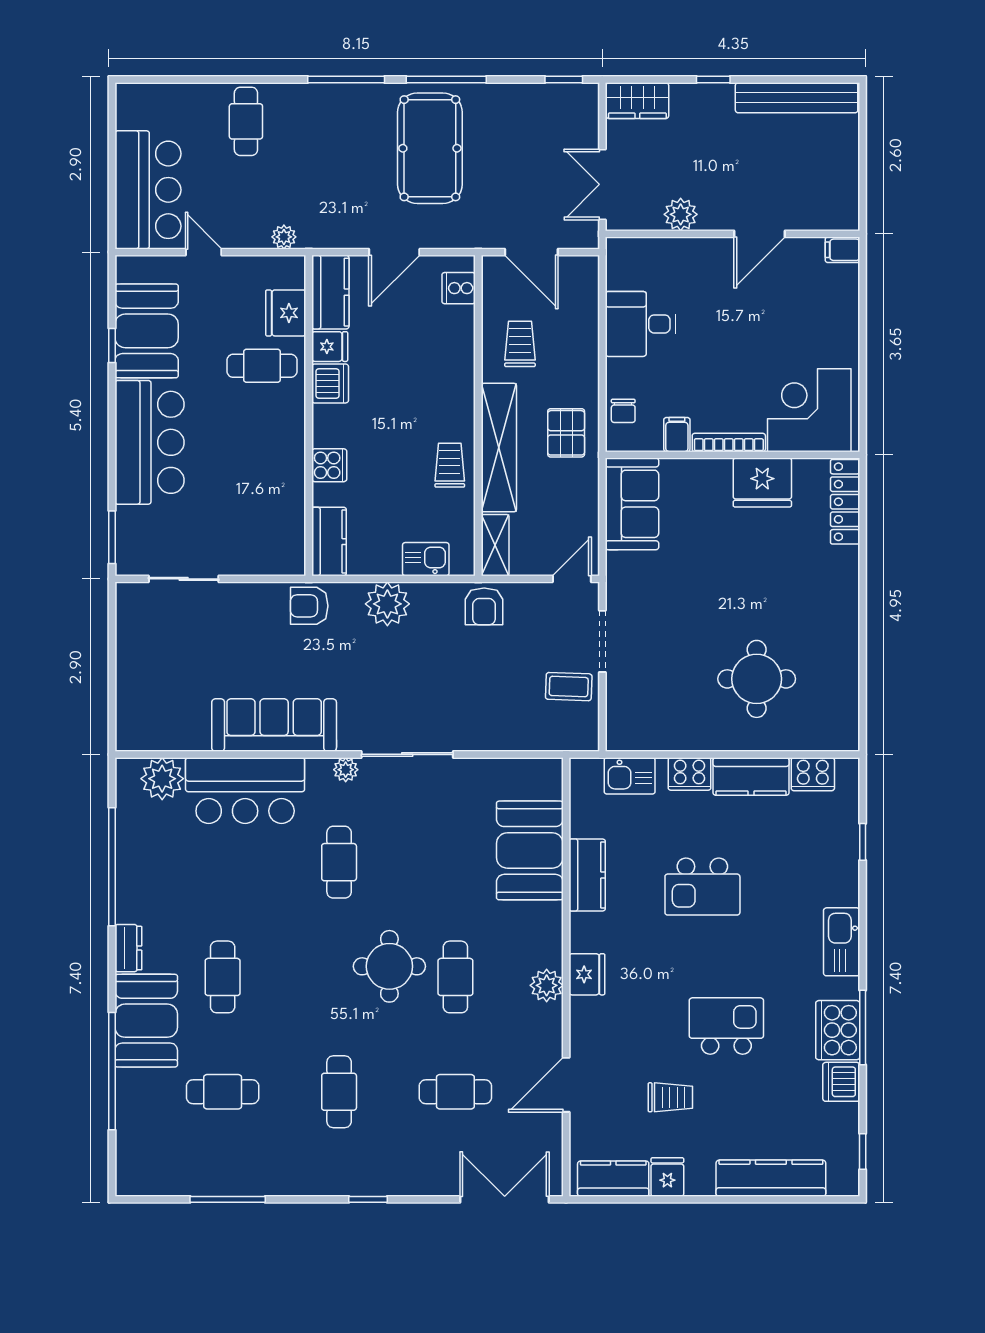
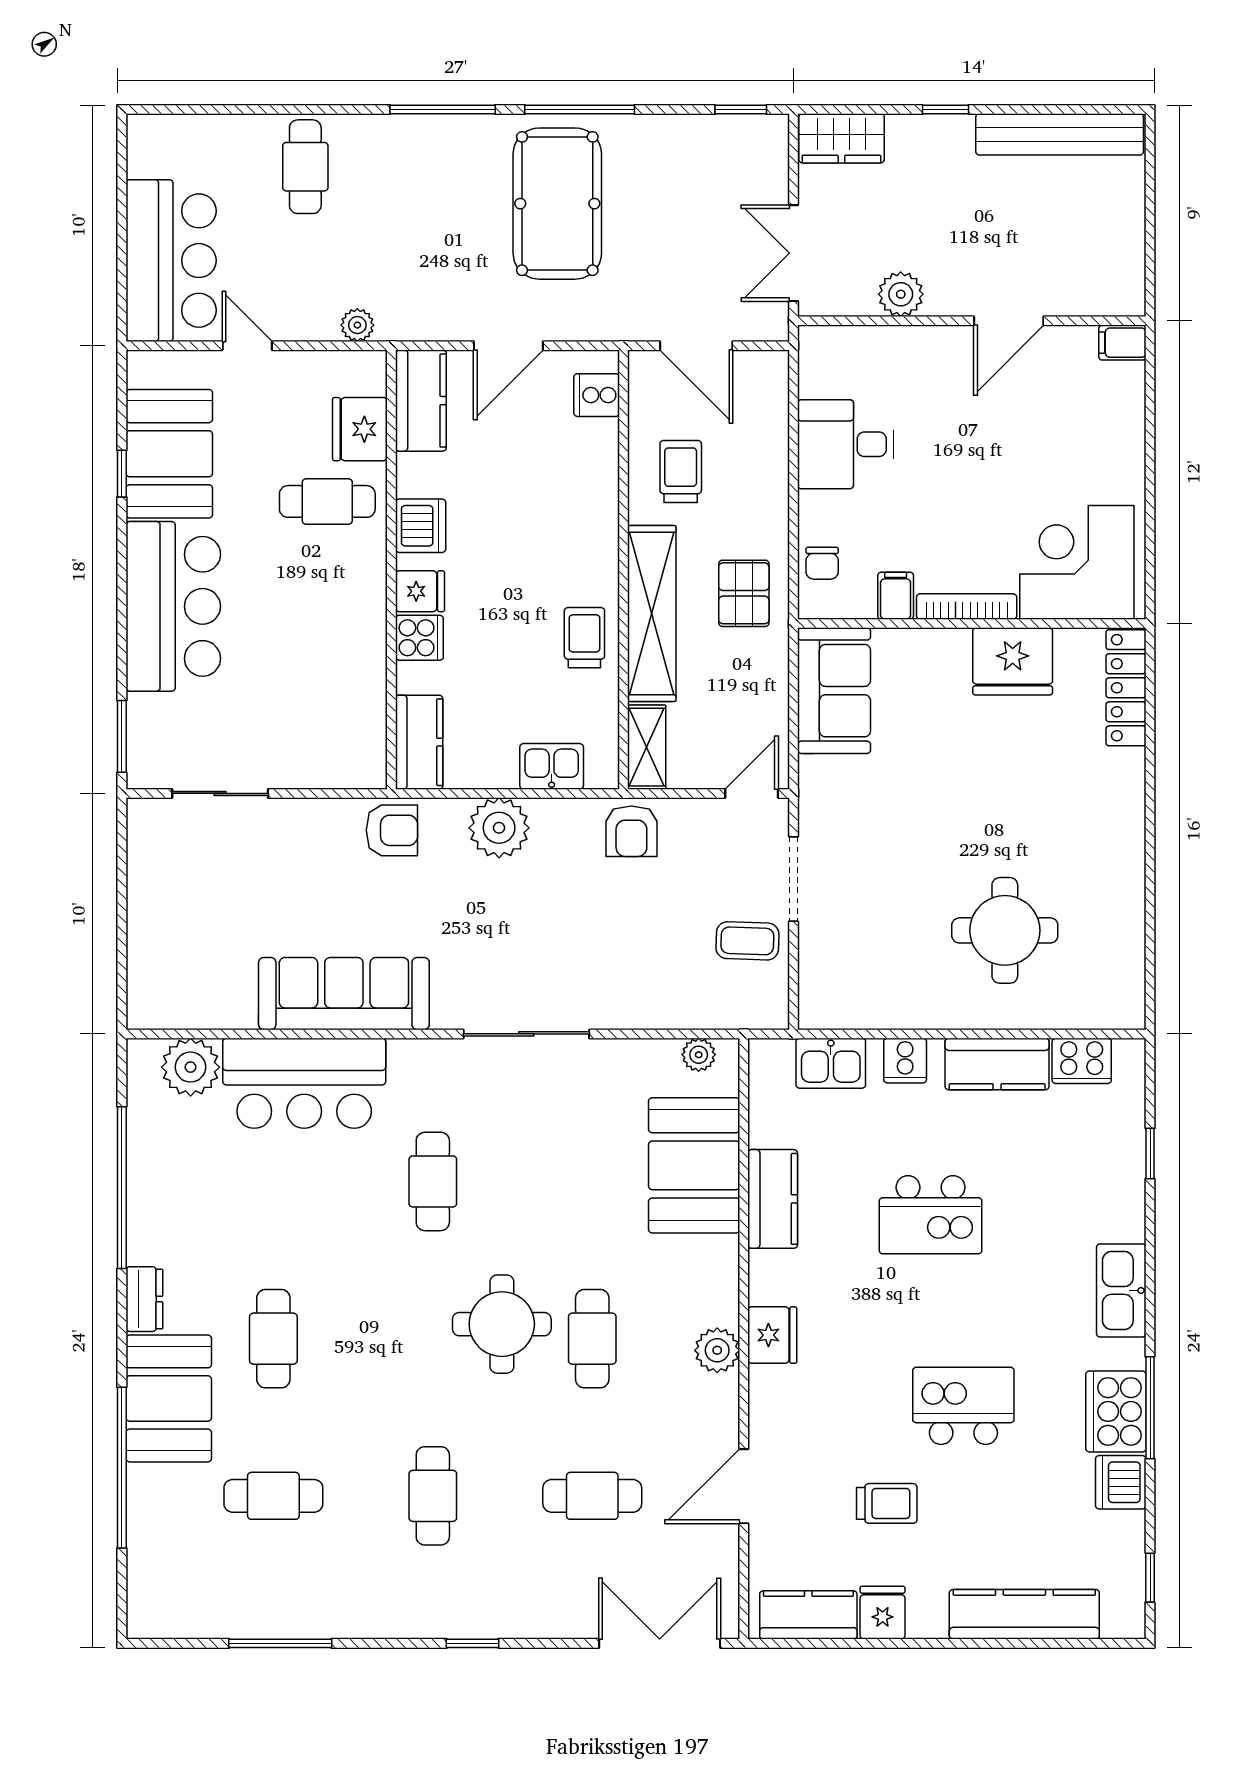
fridge: (330, 347) -> (420, 591), moved
armchair: (309, 606) -> (392, 830), turned 180
plant: (346, 770) -> (699, 1055), moved
cooker: (689, 774) -> (905, 1061), width x0.73

